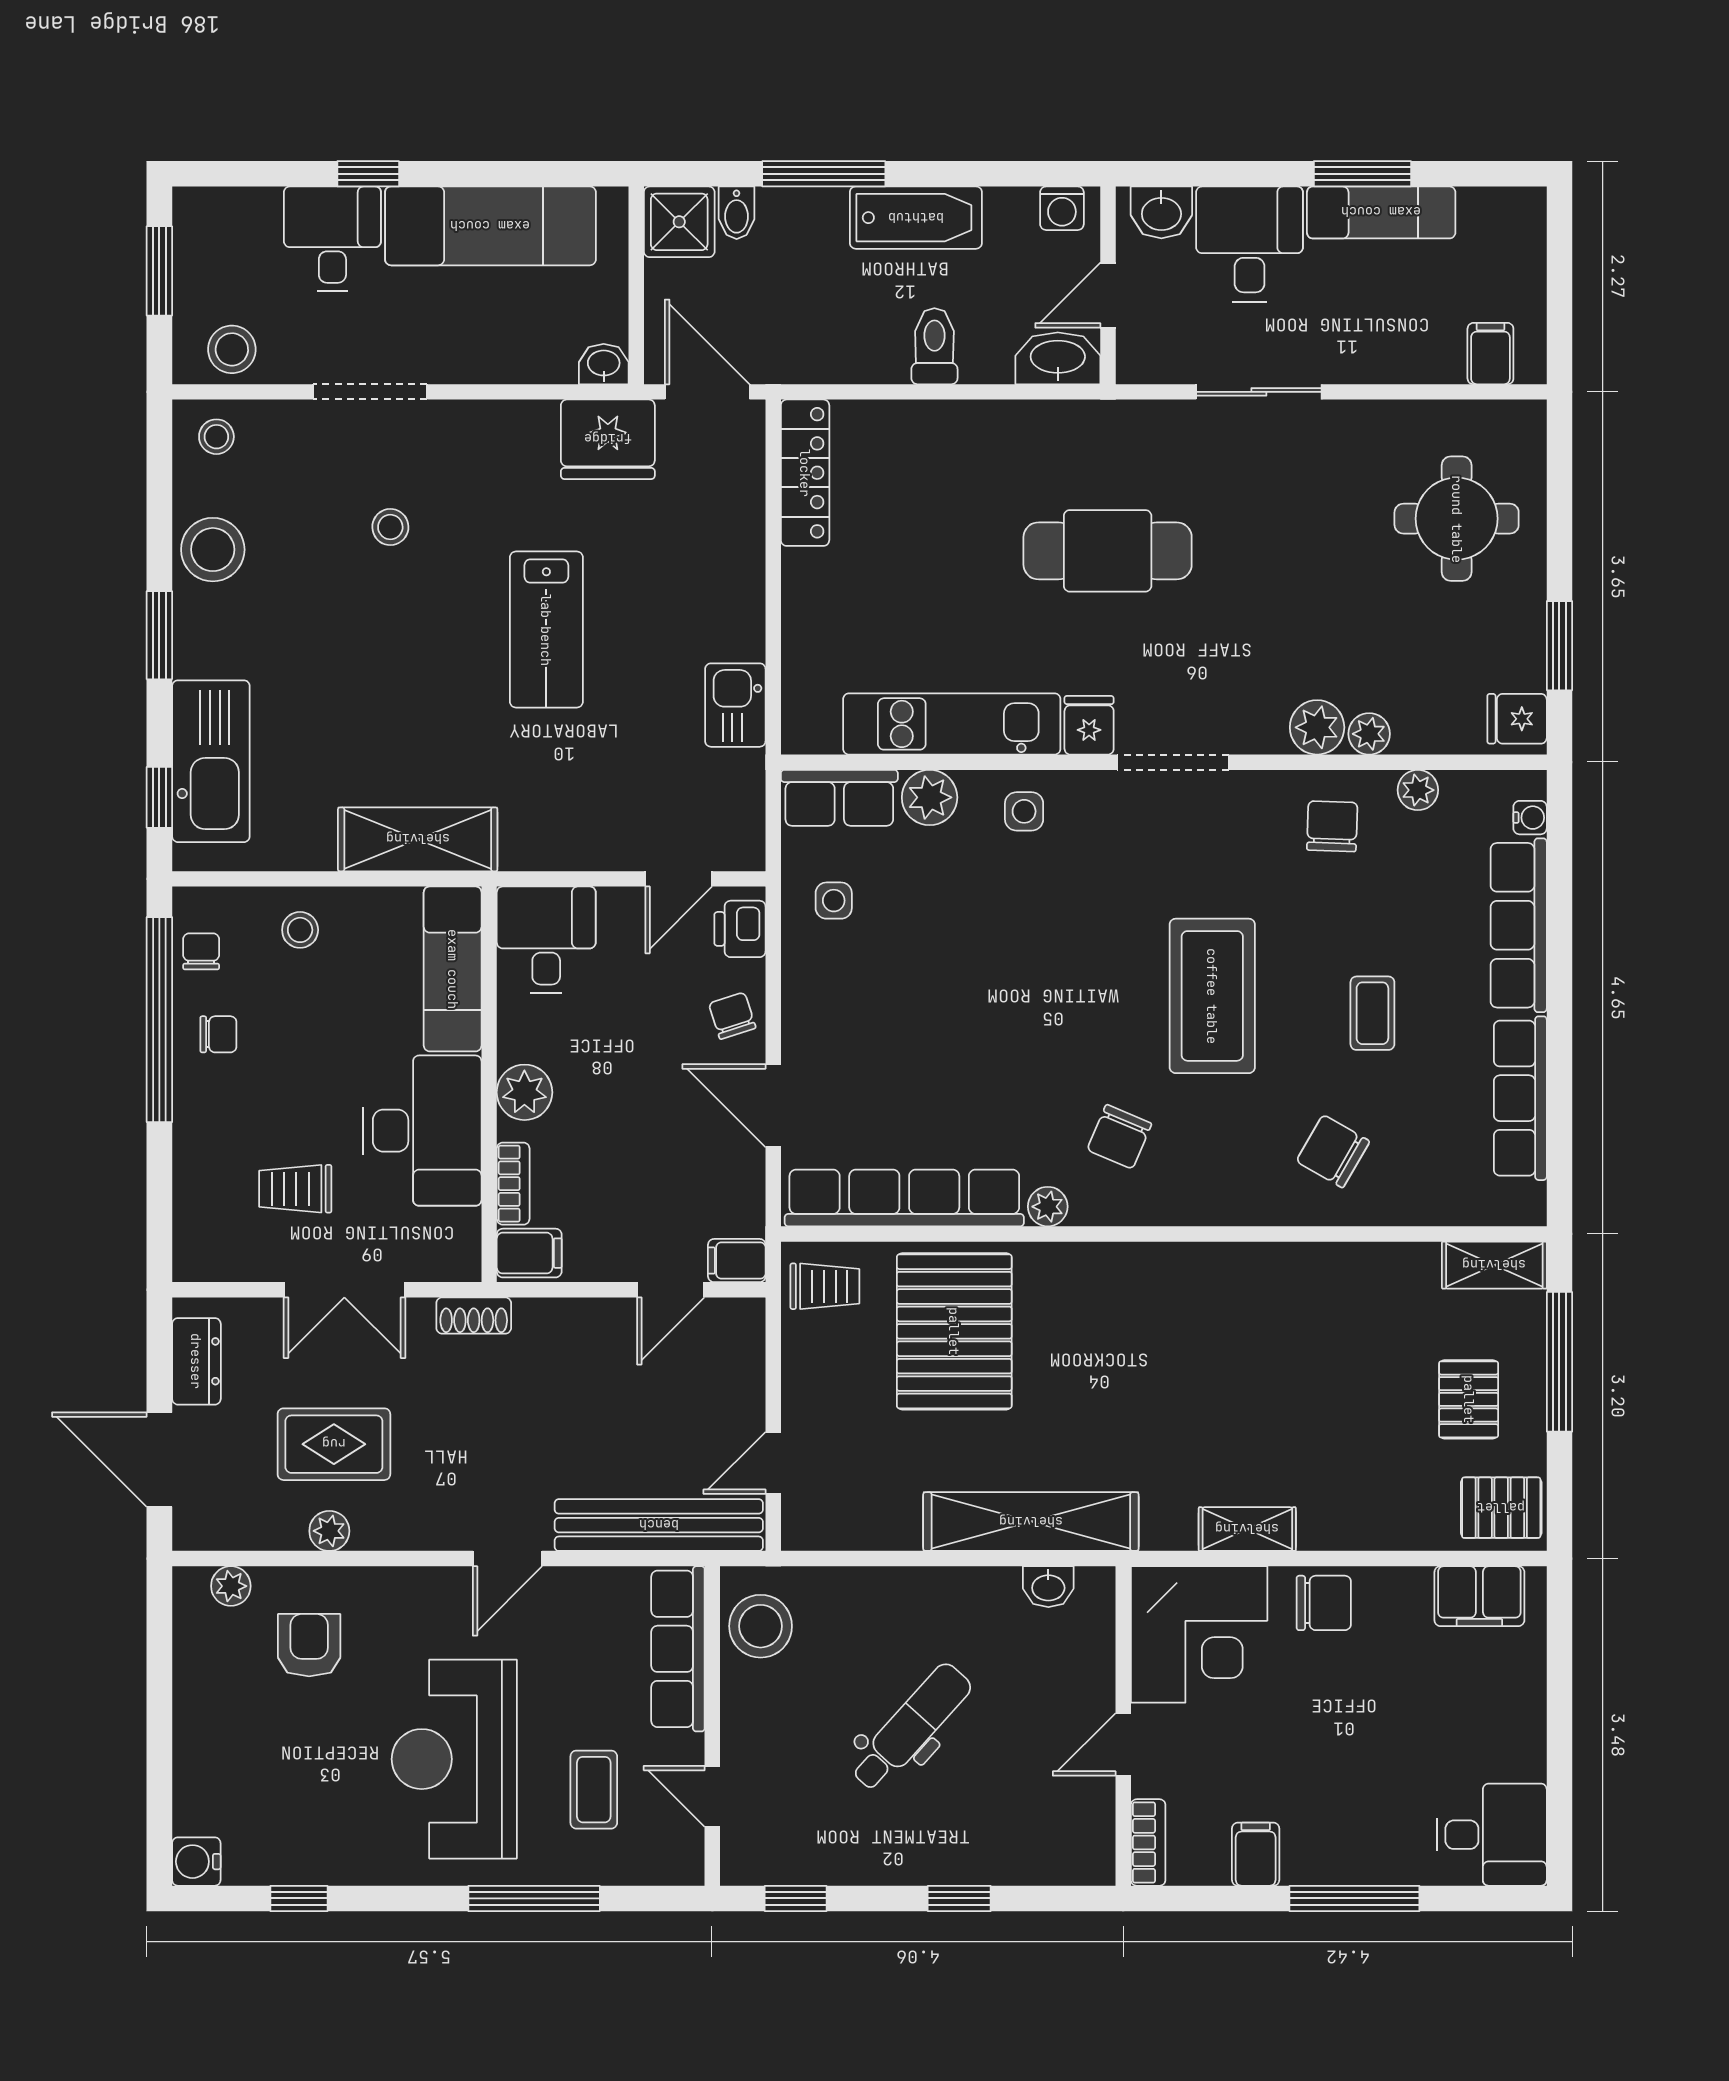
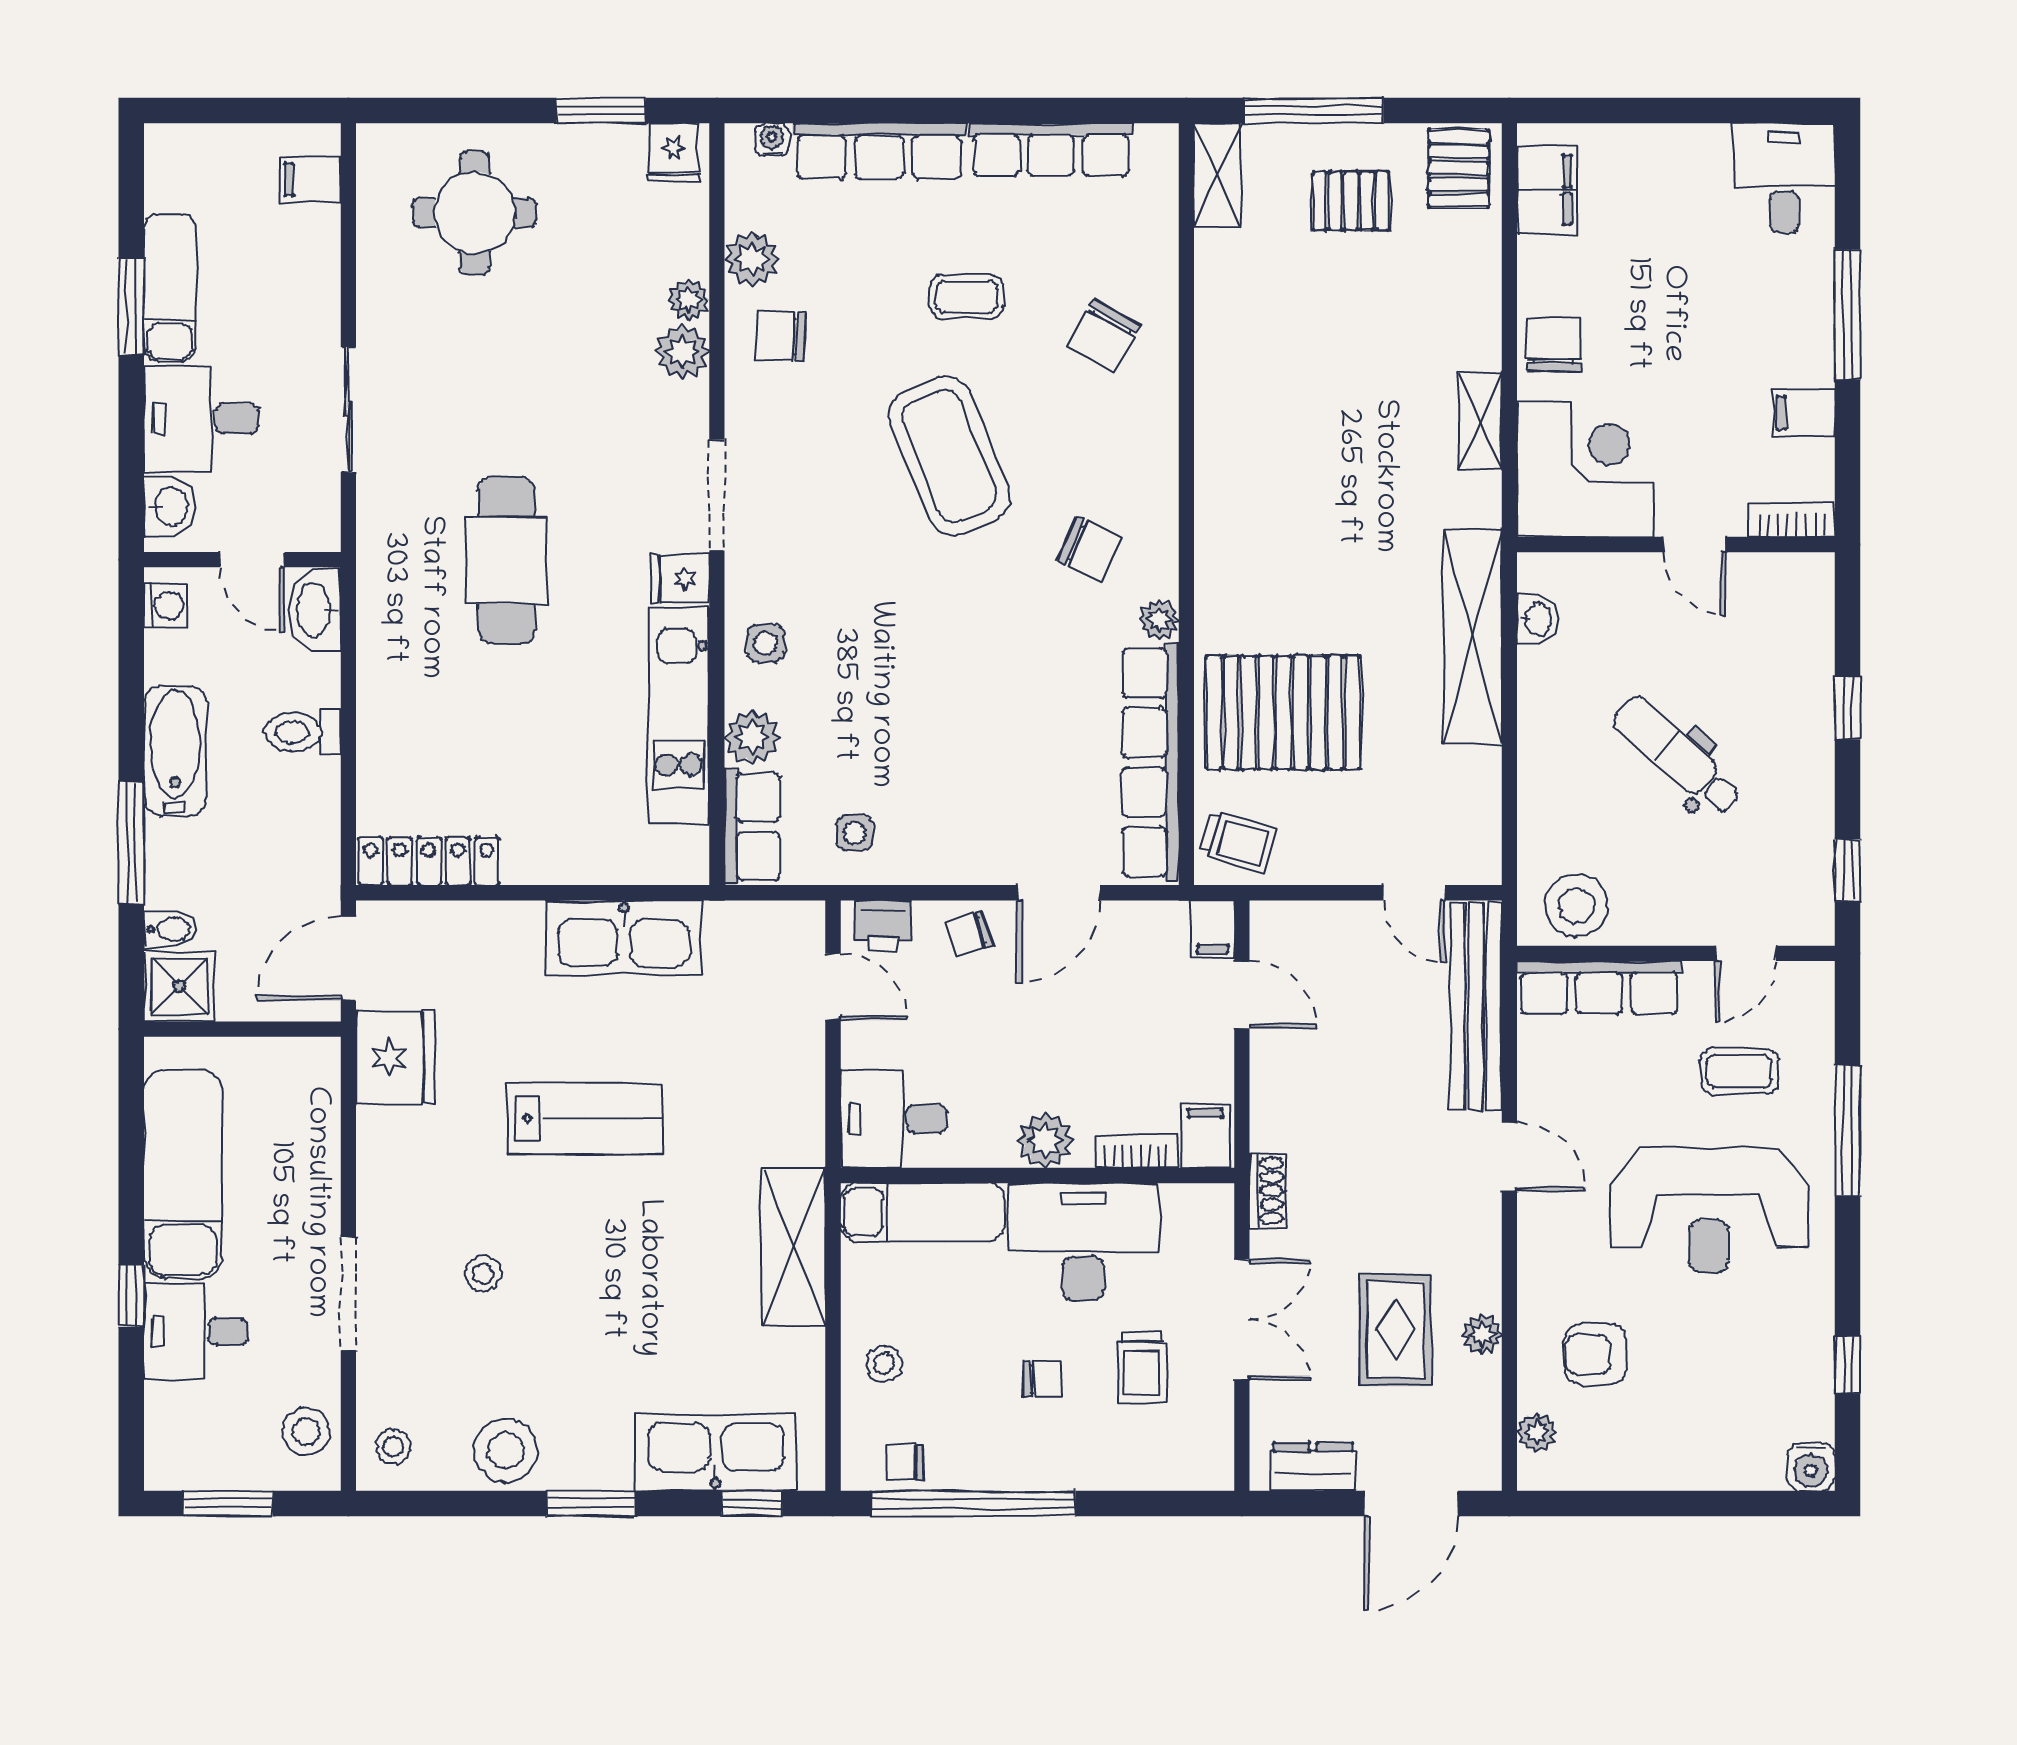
washbasin: (604, 364) -> (321, 1061), removed
kitchen sink: (735, 705) -> (624, 938), width x1.87, depth x1.24
plant: (1418, 790) -> (752, 259), width x1.38, depth x1.38
coffee table: (1212, 996) -> (949, 456), turned 68
chair: (218, 1034) -> (1042, 1379), moved, turned 90
trolley: (825, 1286) -> (1238, 841), turned 106

